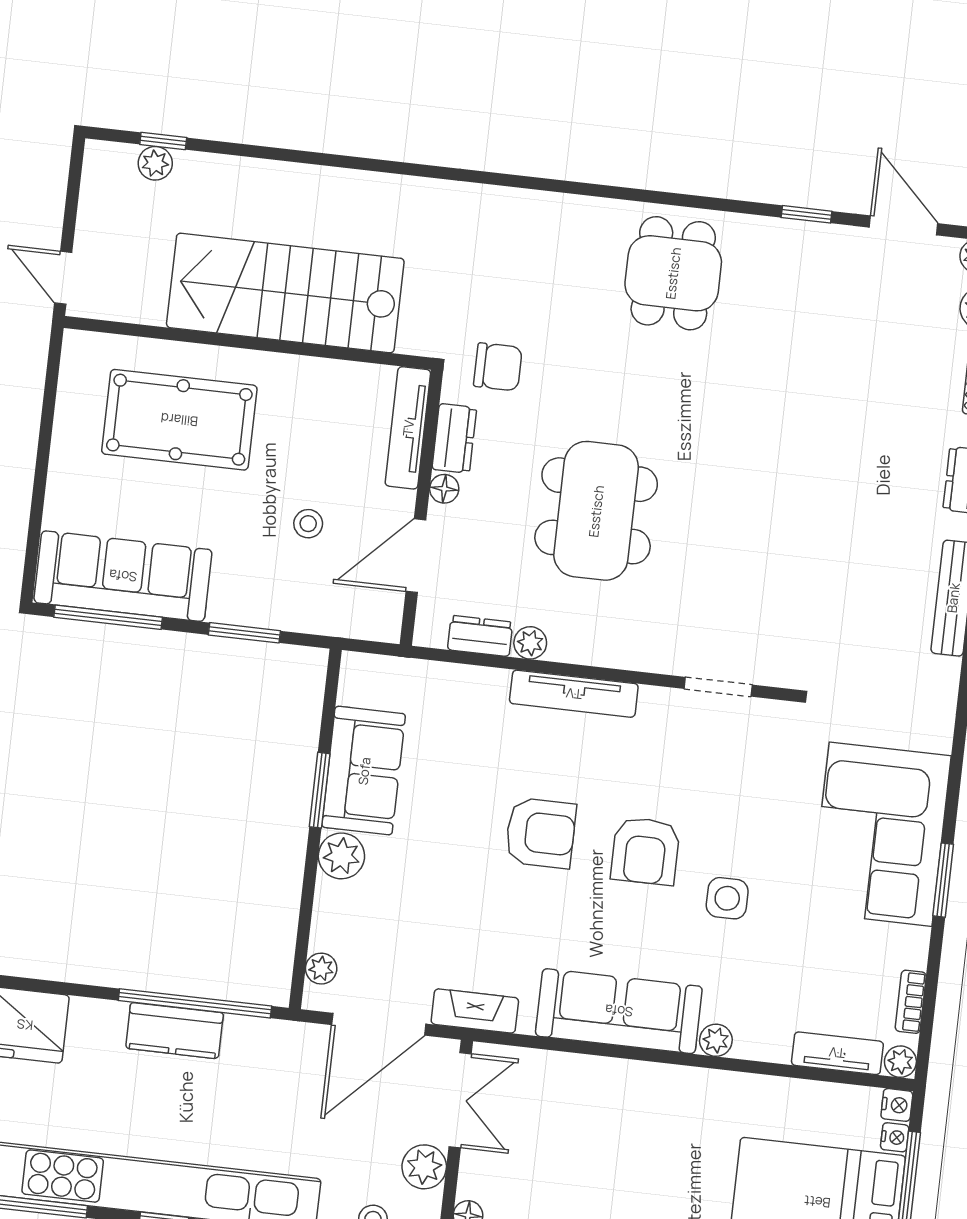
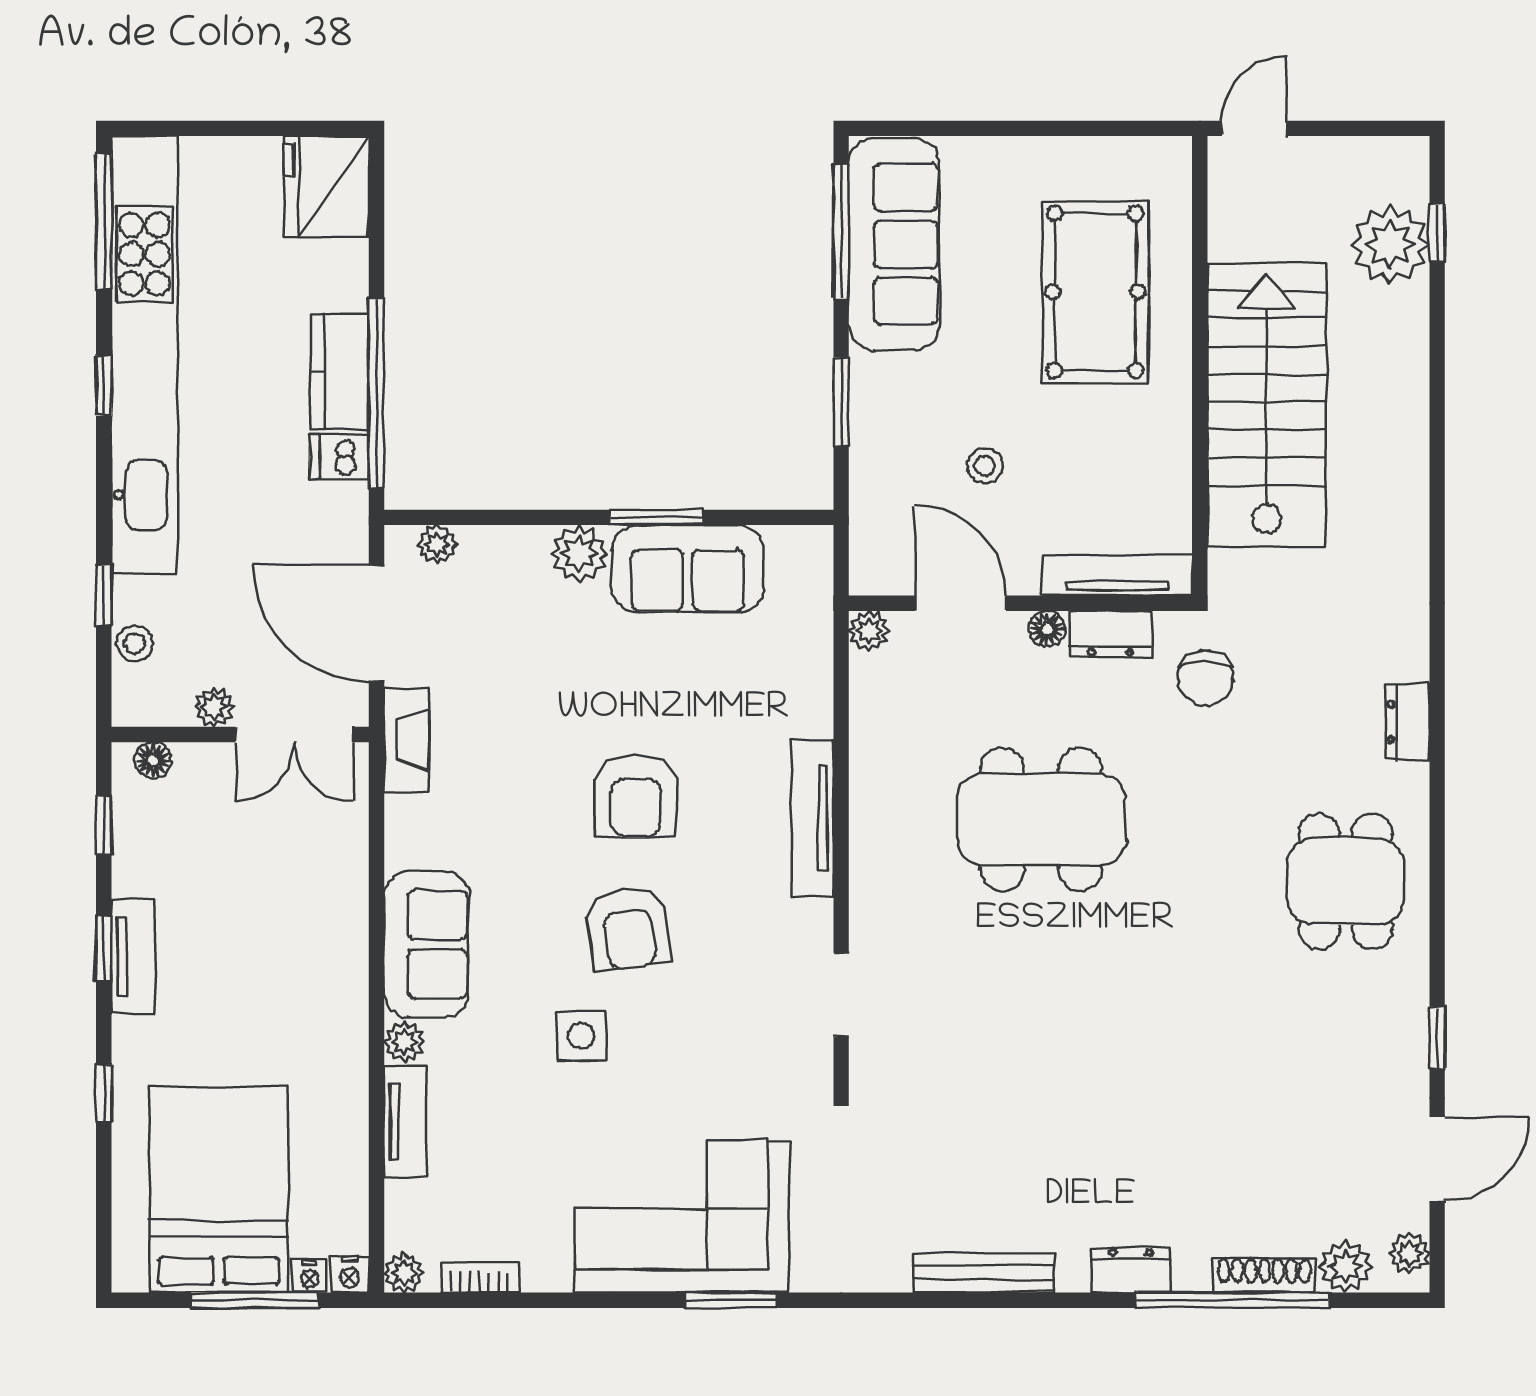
plant: (155, 163) -> (1390, 244), width x1.88, depth x1.88
dining table: (673, 273) -> (1346, 881), turned 90
dresser: (480, 636) -> (1408, 722), moved, turned 180
plant: (530, 643) -> (869, 631), moved
armchair: (645, 851) -> (628, 928), turned -98
window: (943, 880) -> (731, 1300), moved
sofa: (619, 1011) -> (426, 944), width x0.73
dishwasher: (242, 1039) -> (339, 457), added
tv unit: (837, 1053) -> (405, 1122), moved
plant: (424, 1167) -> (214, 707), width x0.73, depth x0.73

